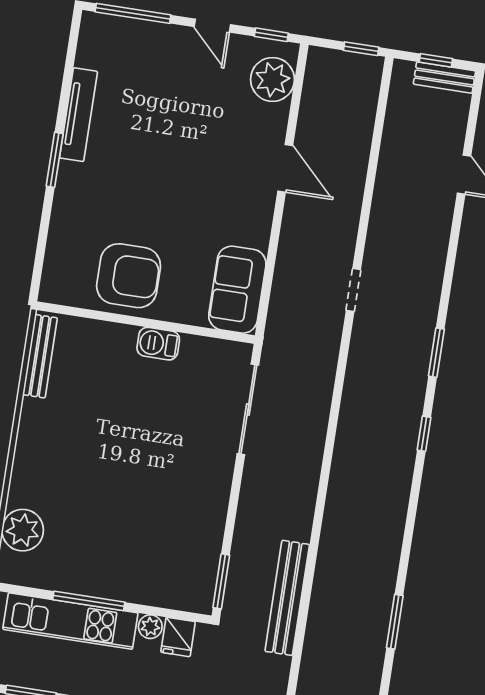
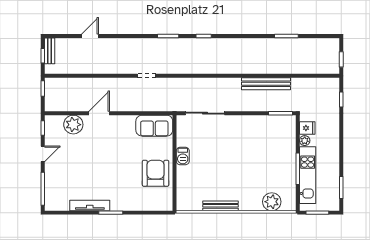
plant: (272, 79) -> (73, 125), moved
bench: (40, 356) -> (221, 206), moved
bench: (287, 598) -> (266, 84), moved

